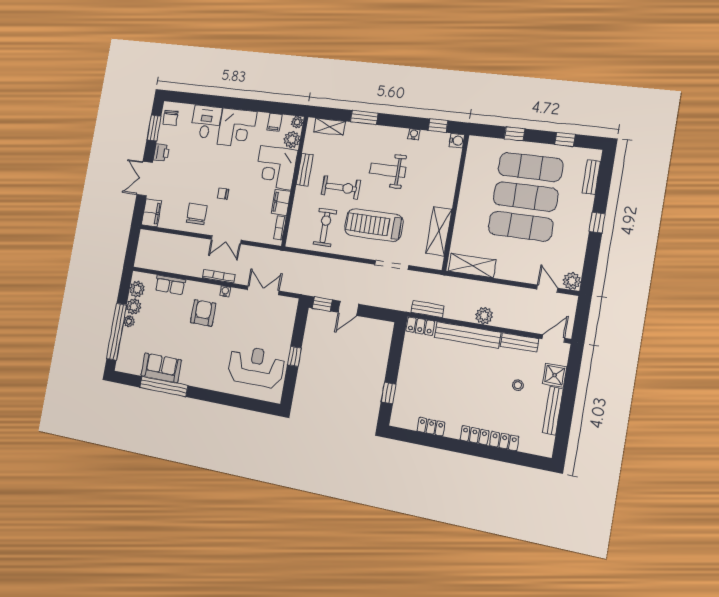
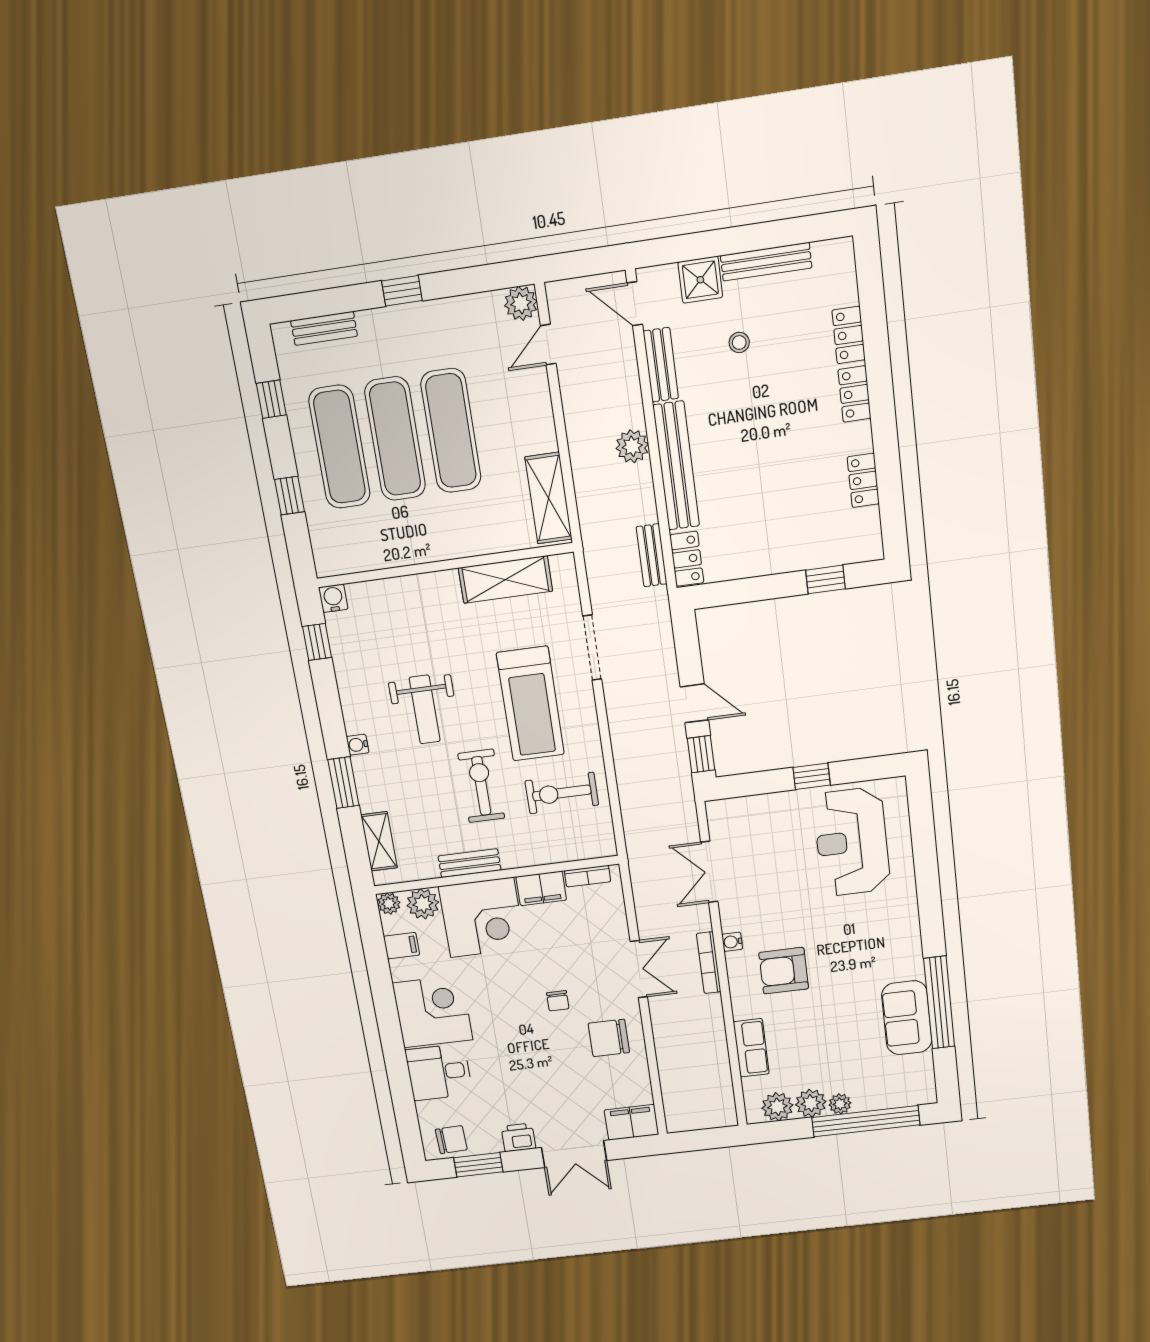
water cooler: (414, 134) -> (358, 745), moved

